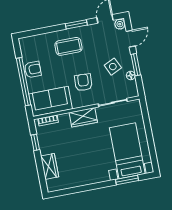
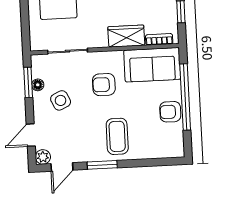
coffee table: (68, 46) -> (117, 136), turned 90
window: (136, 65) -> (28, 82), moved
armchair: (83, 82) -> (104, 85), turned 87
wardrobe: (83, 117) -> (126, 36), moved

